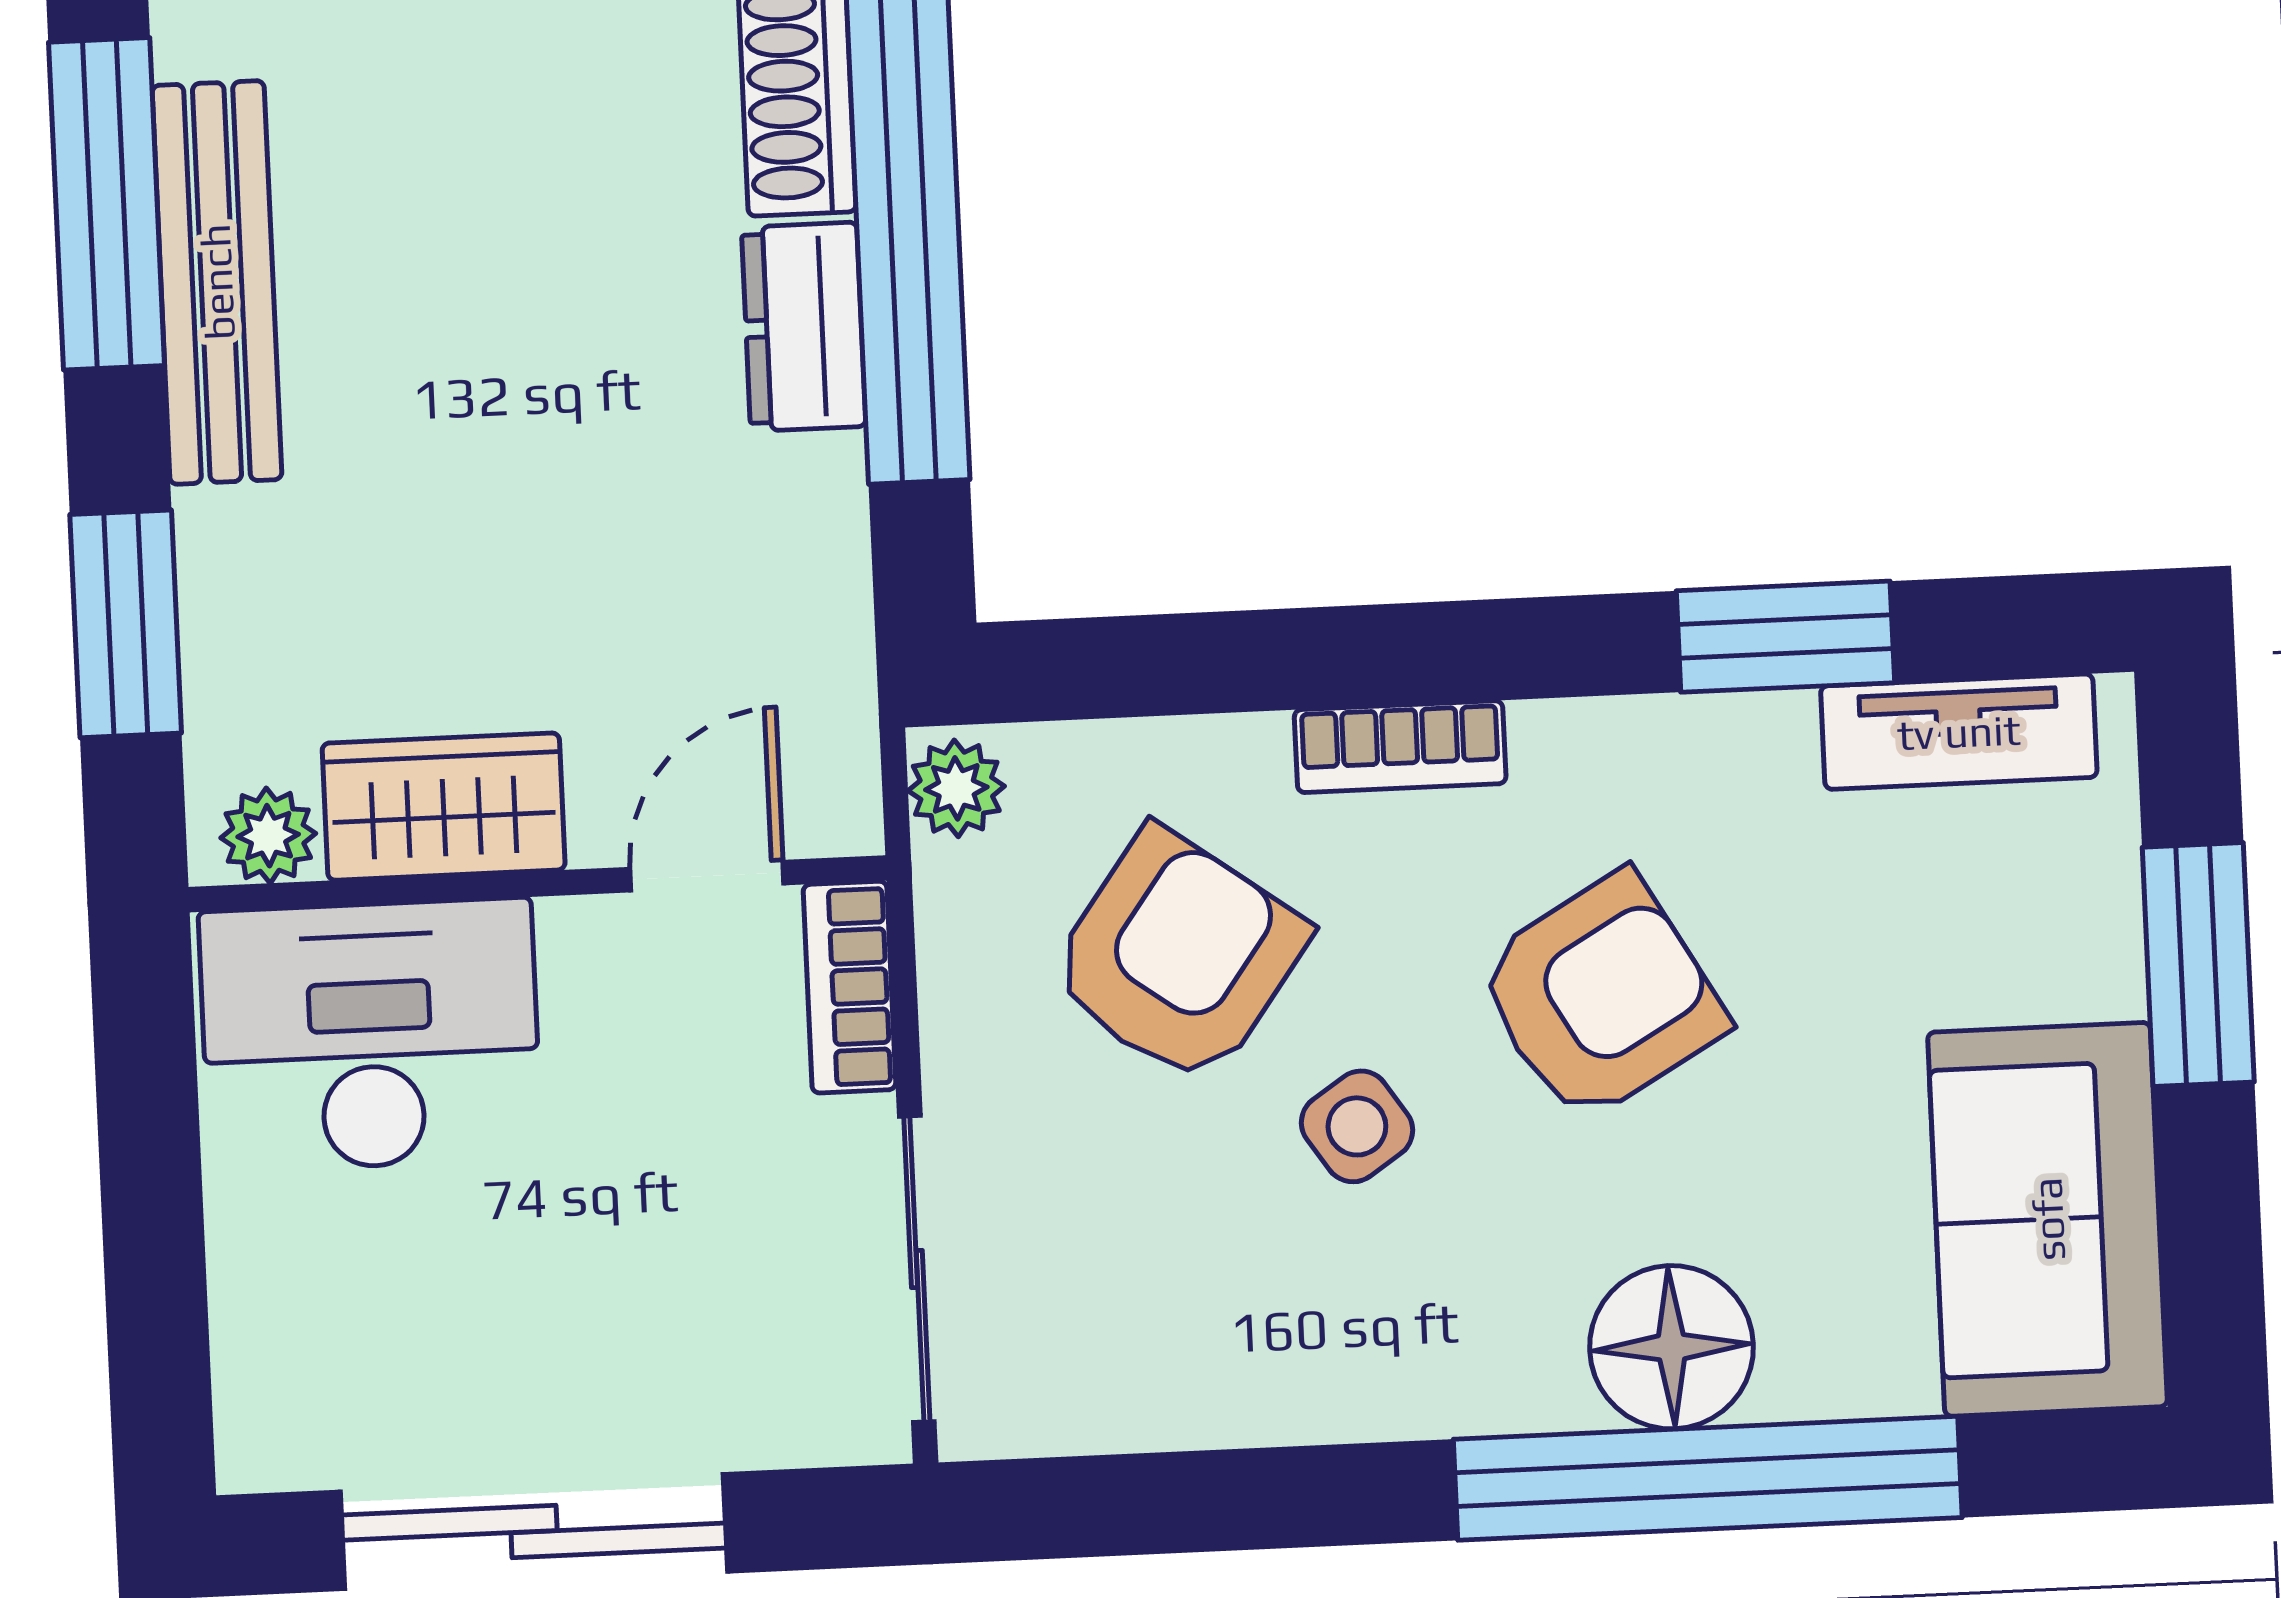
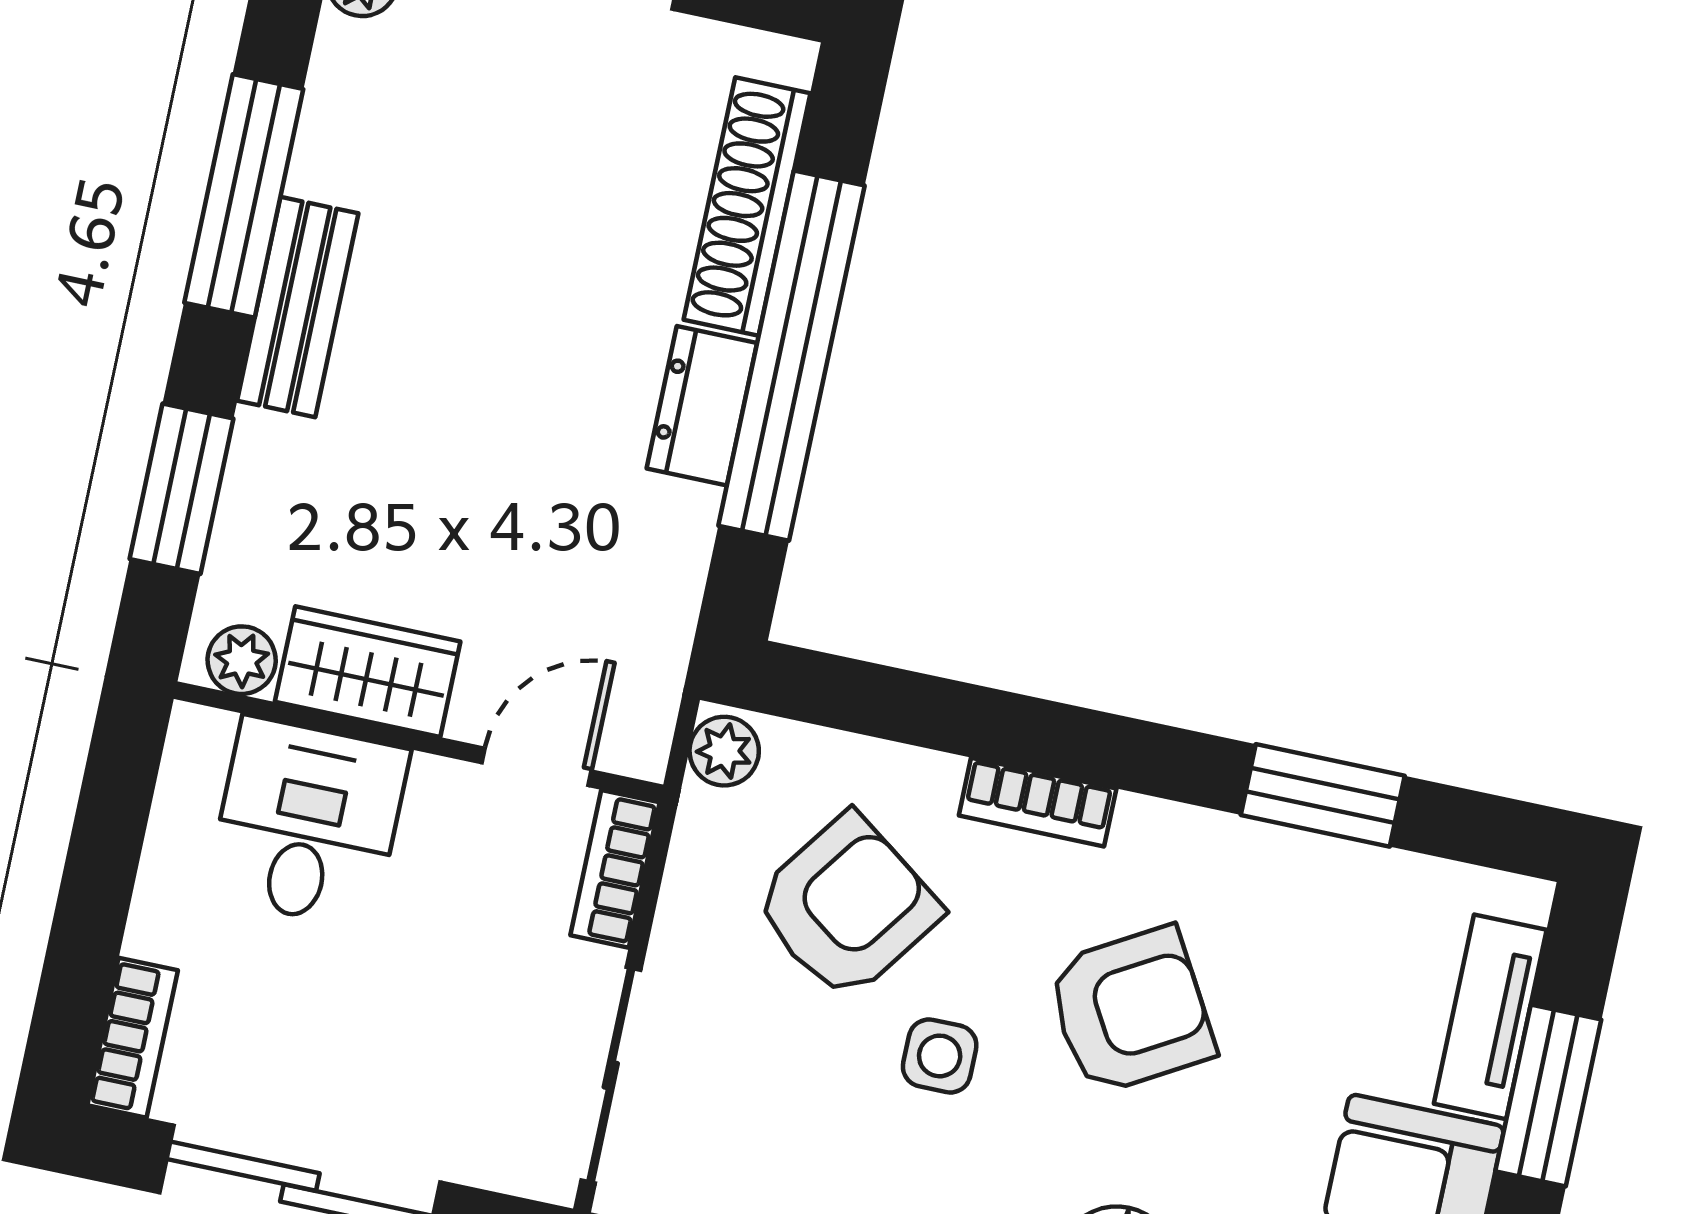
bench: (217, 282) -> (298, 307), width x0.73
tv unit: (1959, 732) -> (1490, 1017), moved, turned 90
desk: (370, 1035) -> (308, 823), width x0.73
side table: (1357, 1126) -> (940, 1056), turned 34
bookcase: (254, 1387) -> (133, 1038), added

